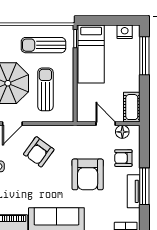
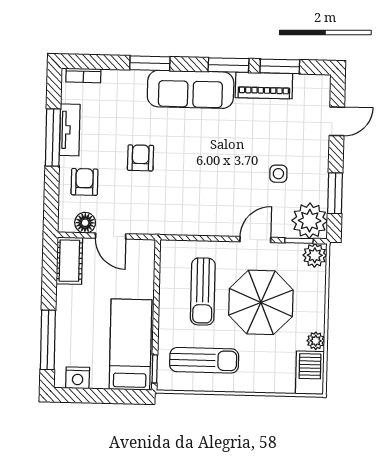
armchair: (39, 152) -> (215, 195), removed
armchair: (123, 158) -> (84, 182), turned -90
armchair: (88, 174) -> (140, 158), width x0.53, depth x0.53

